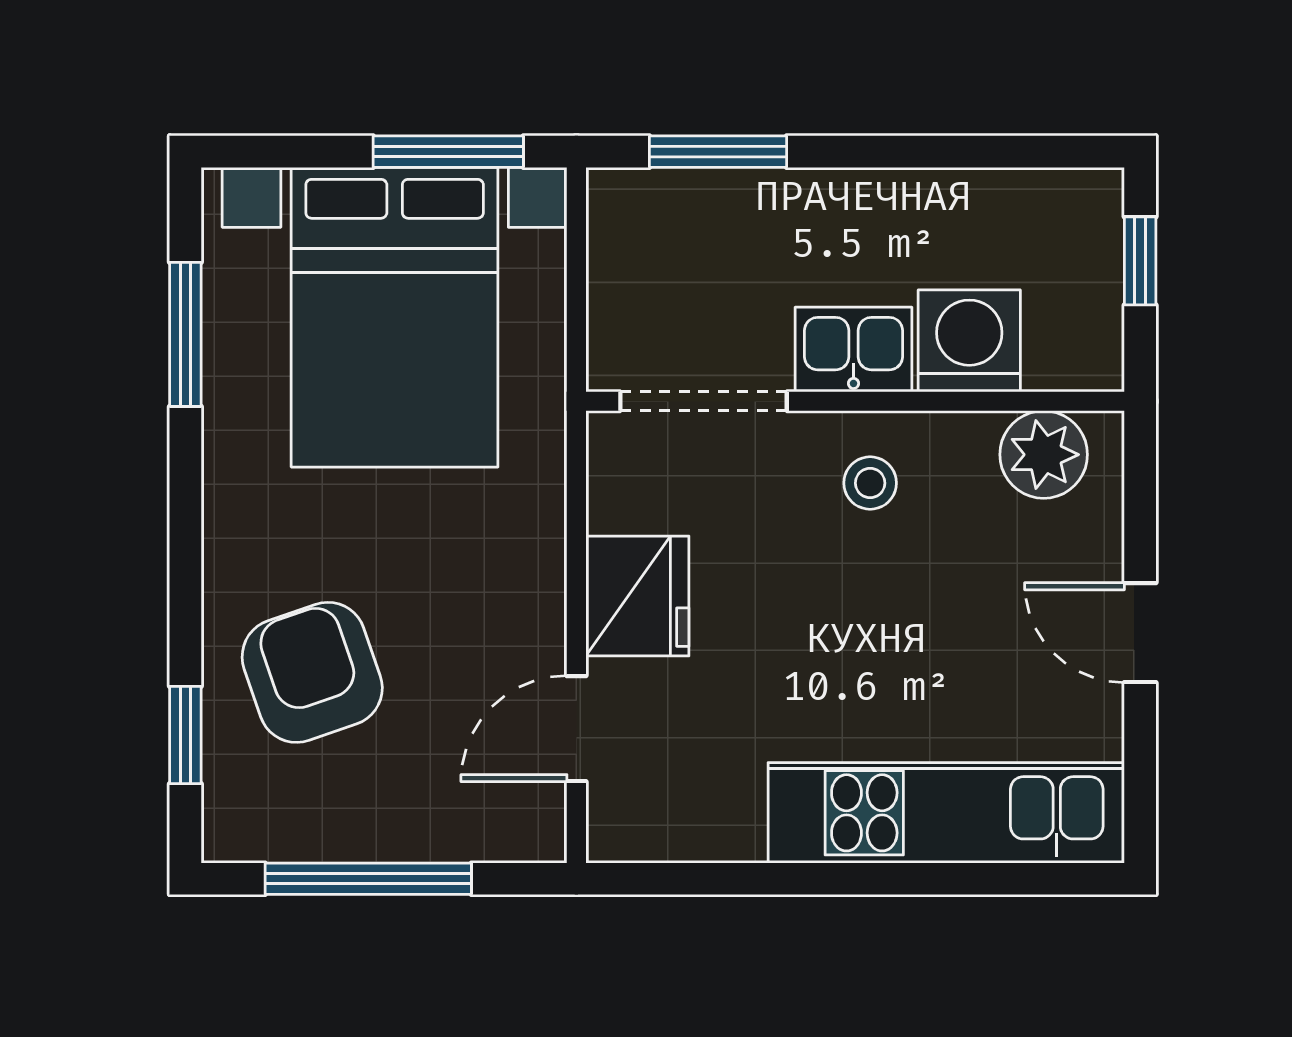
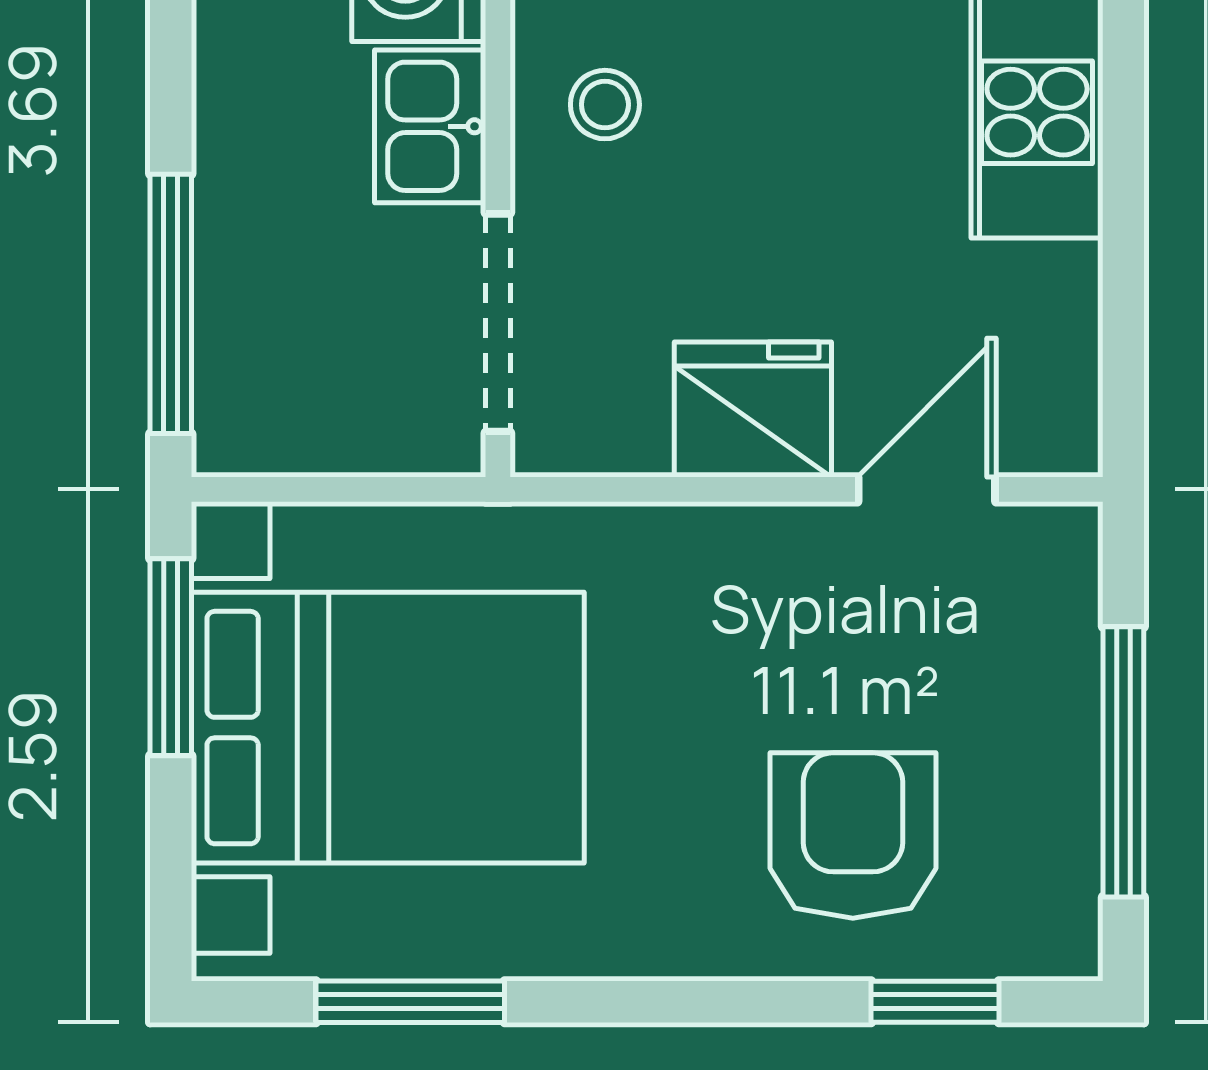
window: (718, 152) -> (171, 304), width x1.44
armchair: (312, 672) -> (853, 835), turned 109
door: (576, 729) -> (927, 489), swing flipped

